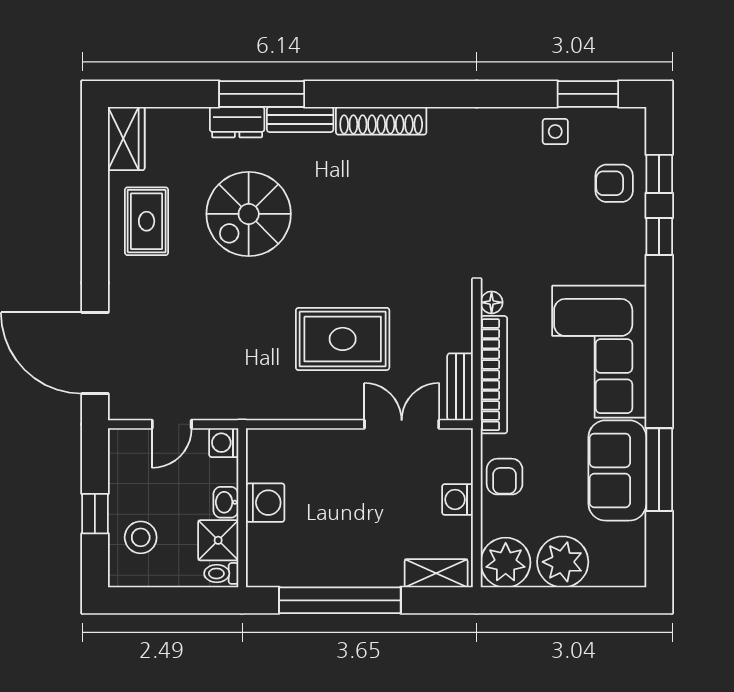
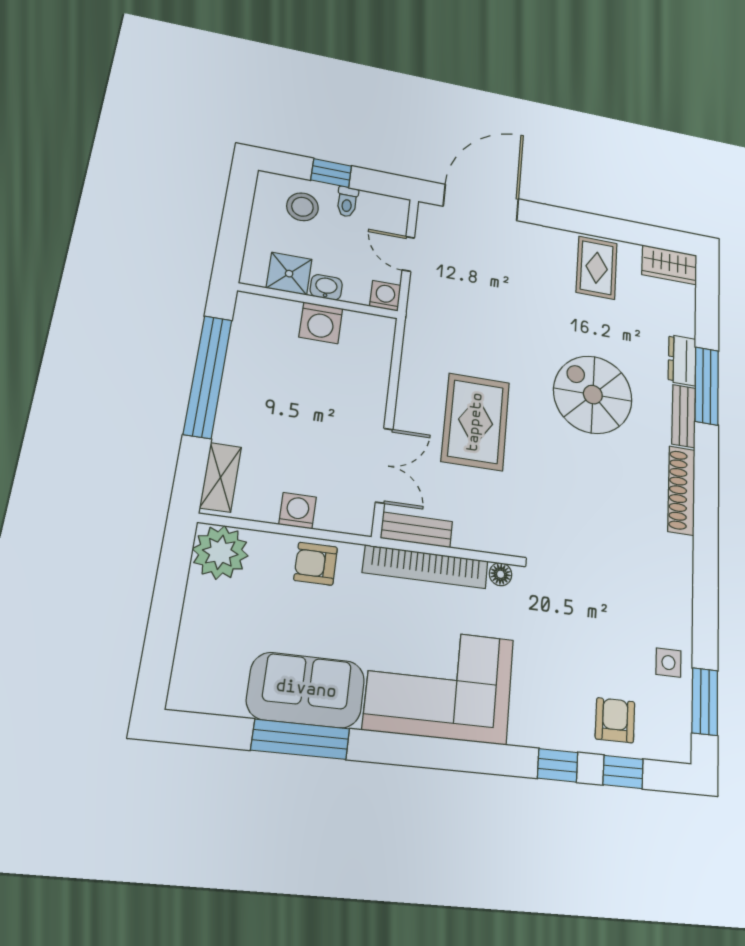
spiral stairs: (249, 214) -> (593, 395), moved
rug: (147, 221) -> (597, 268), turned 90
plant: (563, 562) -> (211, 616), removed
toilet: (221, 573) -> (347, 202), moved, turned 180

